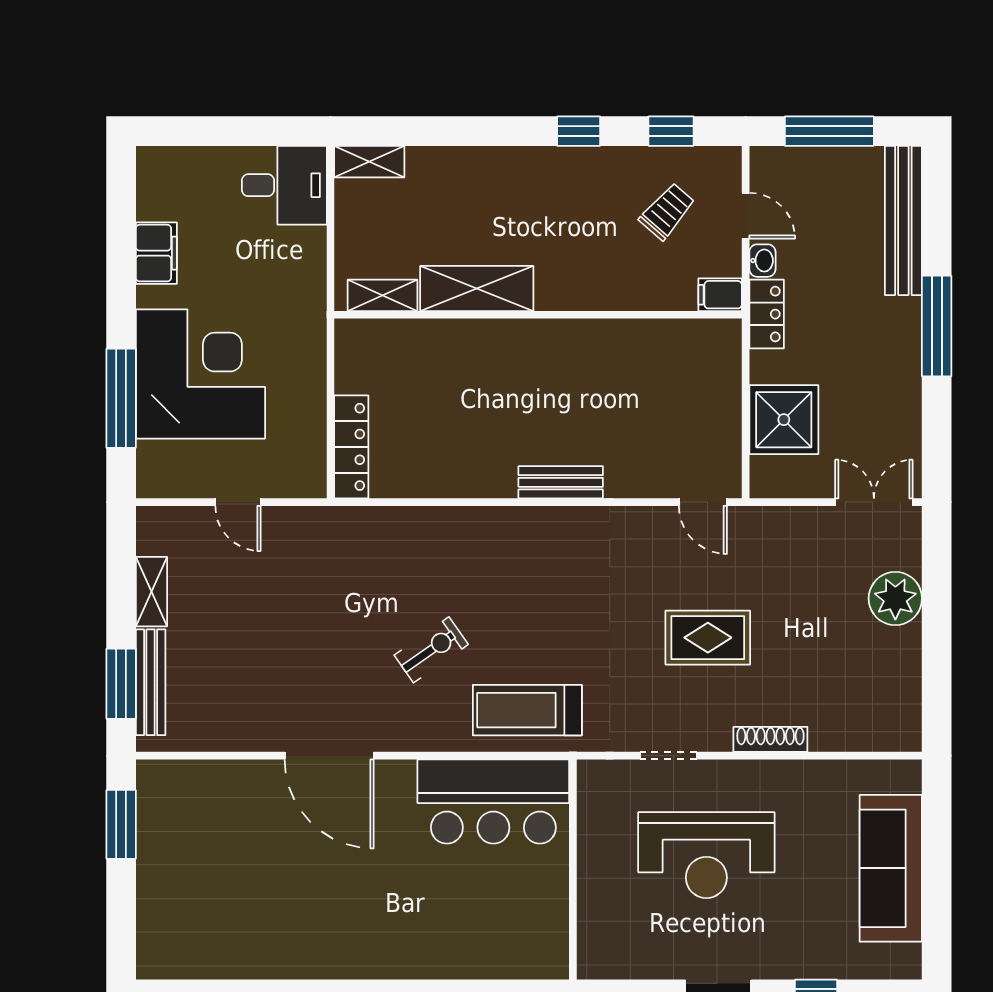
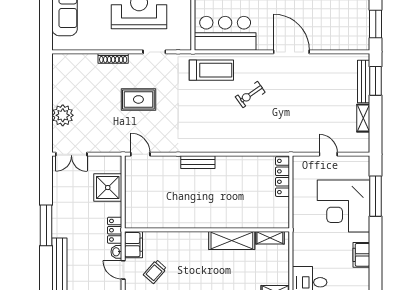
filing cabinet: (720, 295) -> (133, 245), width x2.00

